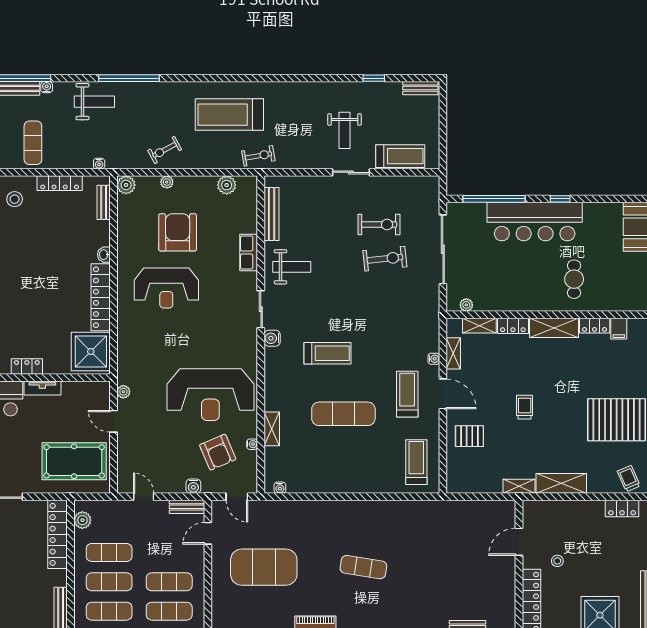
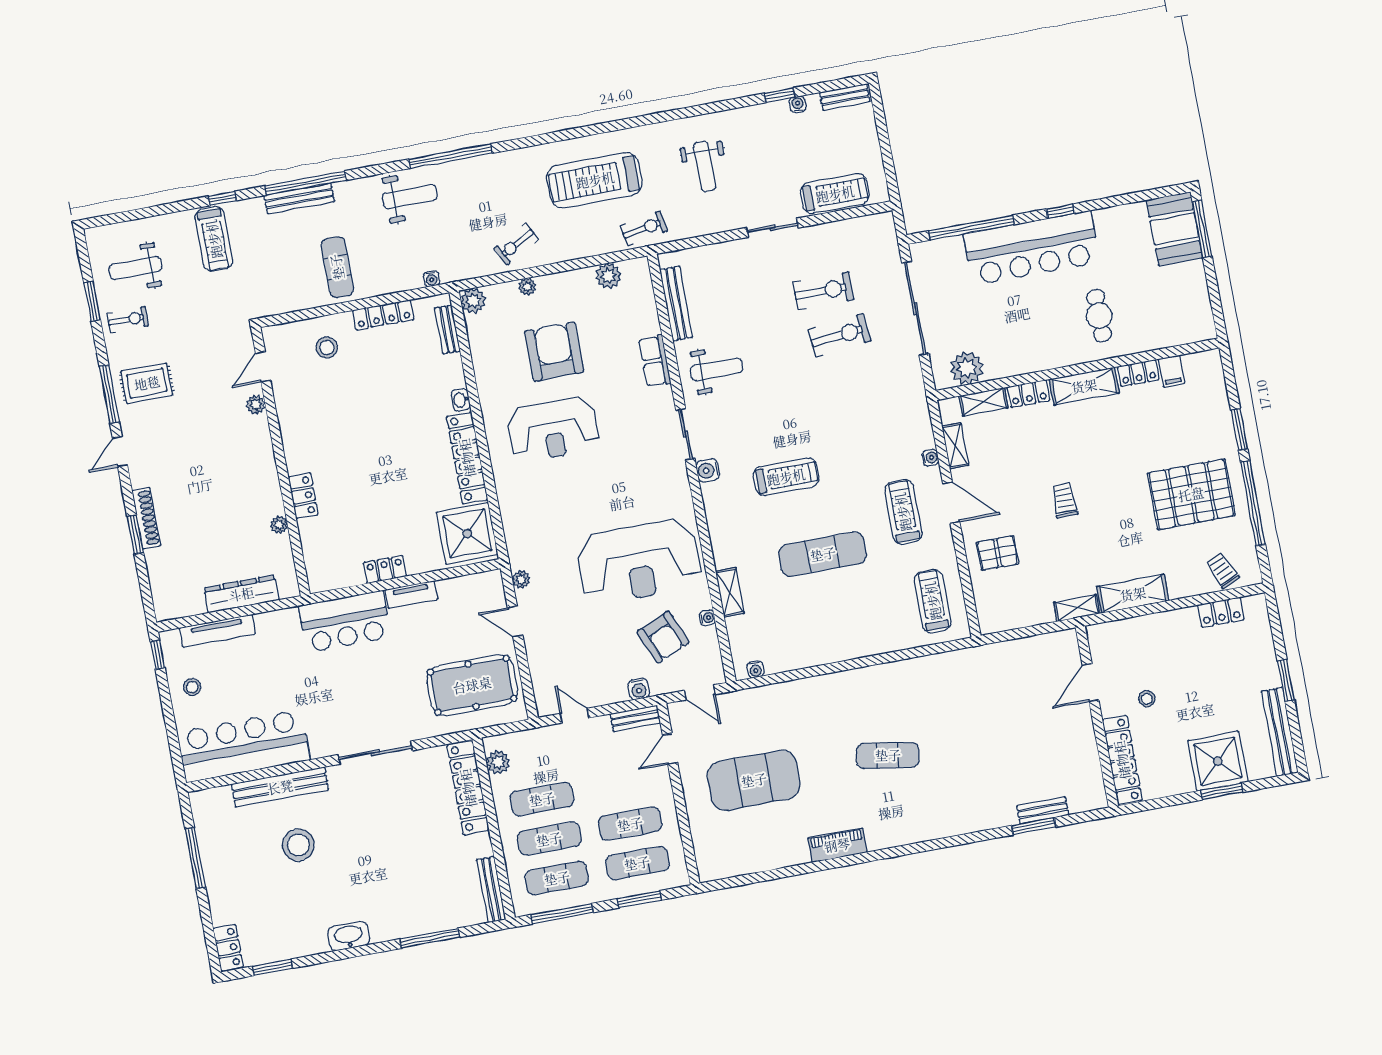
water cooler: (47, 87) -> (798, 104), moved
weight bench: (345, 130) -> (705, 166), moved
plant: (466, 305) -> (967, 368), width x1.88, depth x1.88

